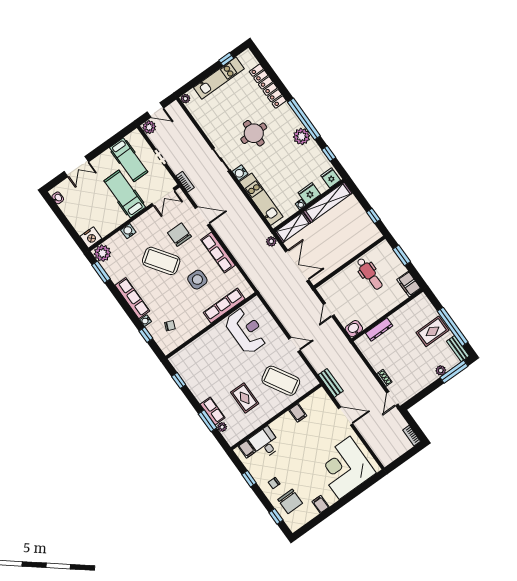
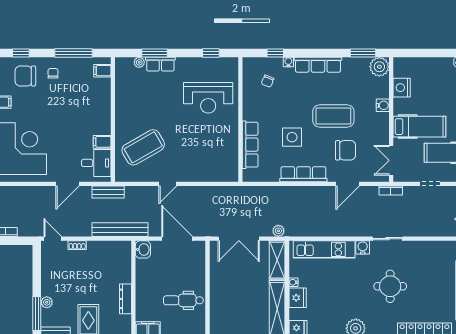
nightstand: (91, 237) -> (402, 88), moved
coffee table: (161, 261) -> (333, 116), turned 35
door: (329, 310) -> (177, 239), width x1.88
dresser: (379, 329) -> (125, 299), moved
reception desk: (246, 331) -> (208, 98), moved
bench: (351, 355) -> (120, 230), added
rug: (245, 398) -> (151, 102), removed
desk: (265, 443) -> (96, 163), moved
window: (249, 479) -> (74, 53), width x2.17

